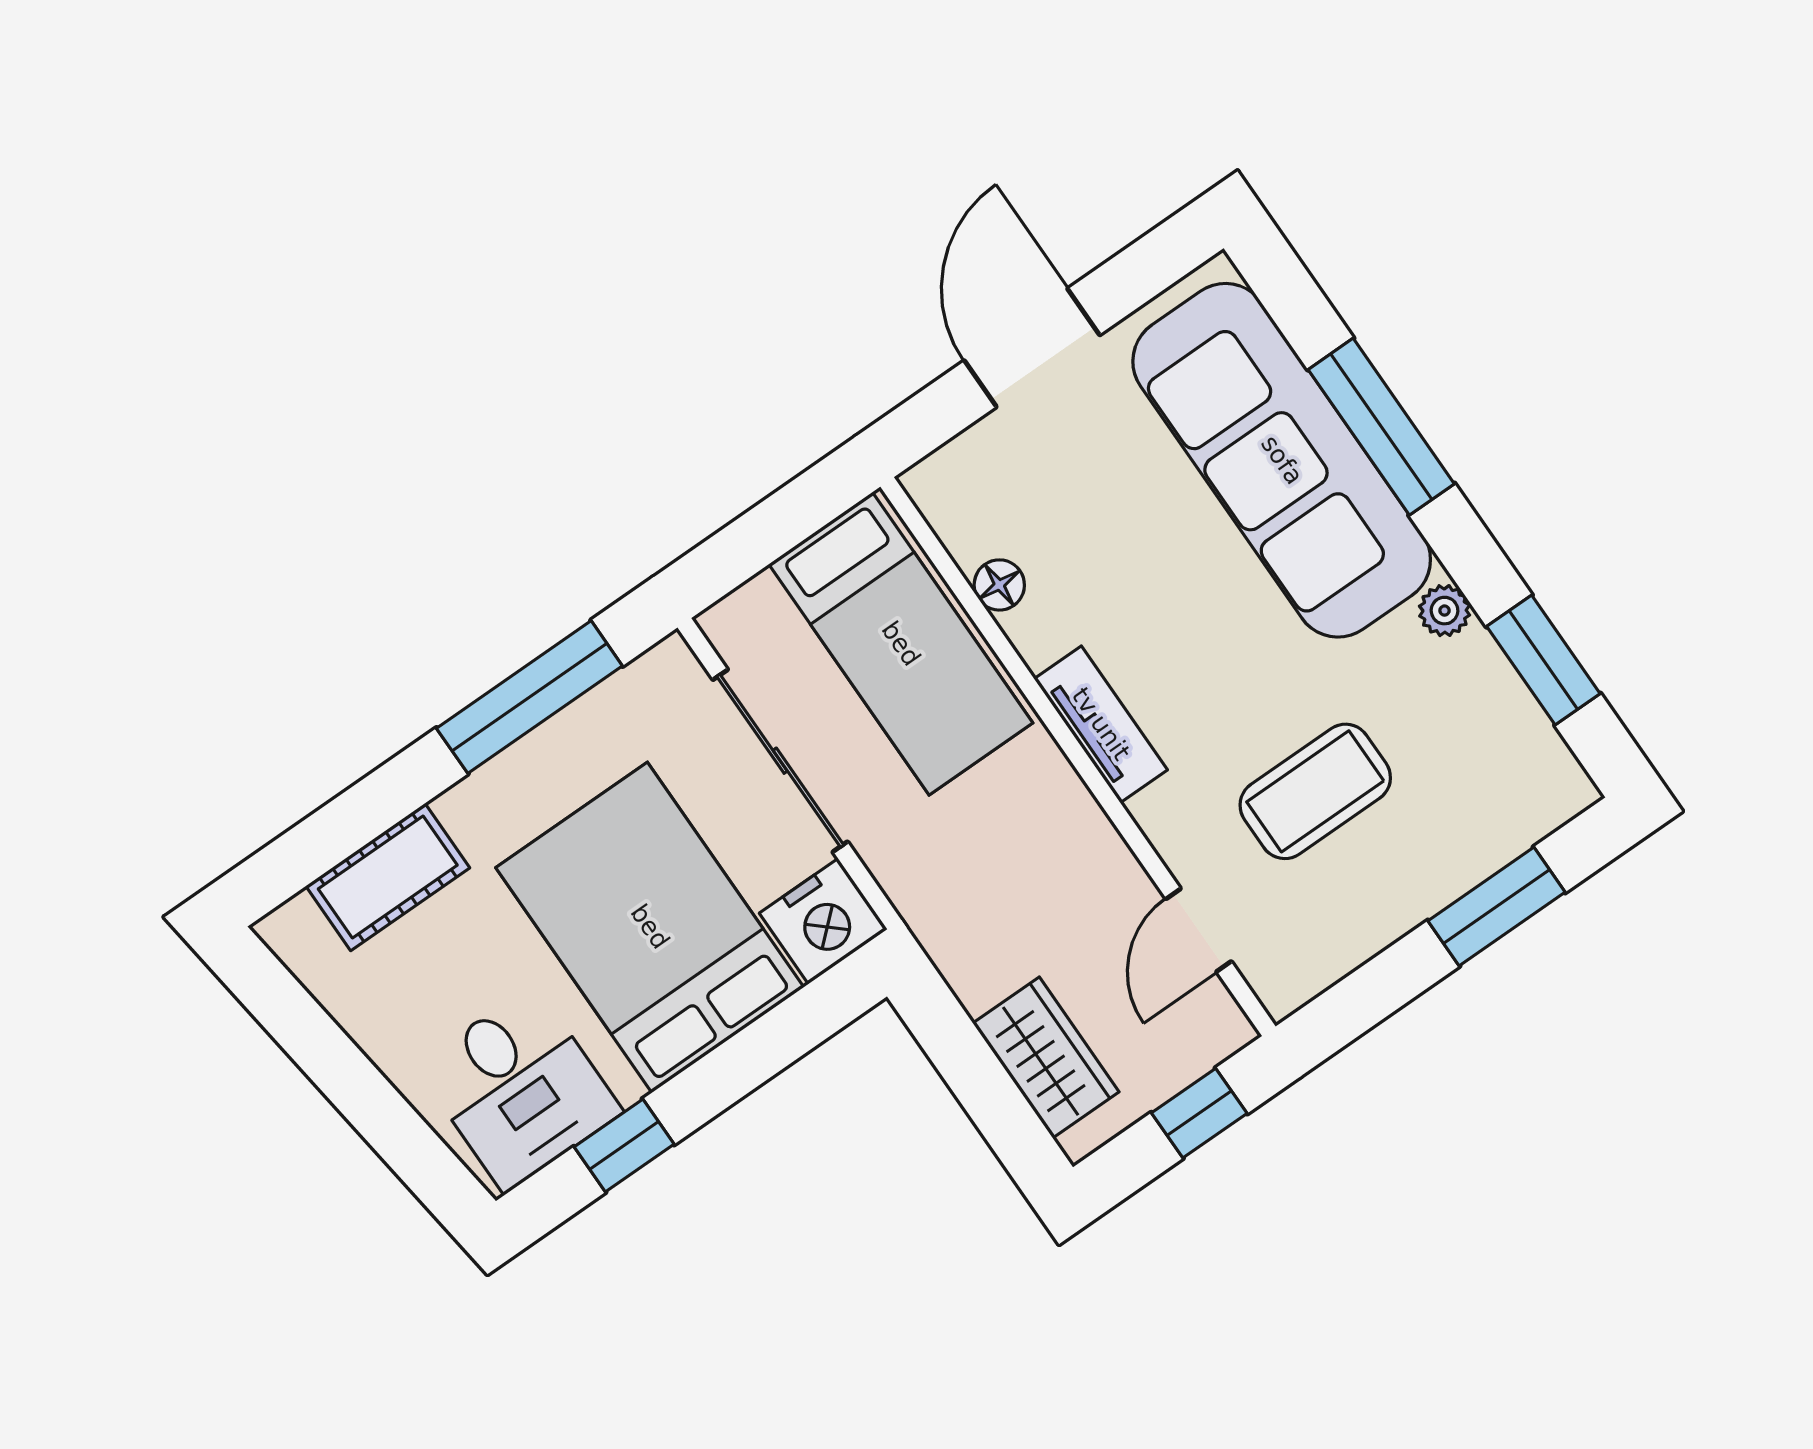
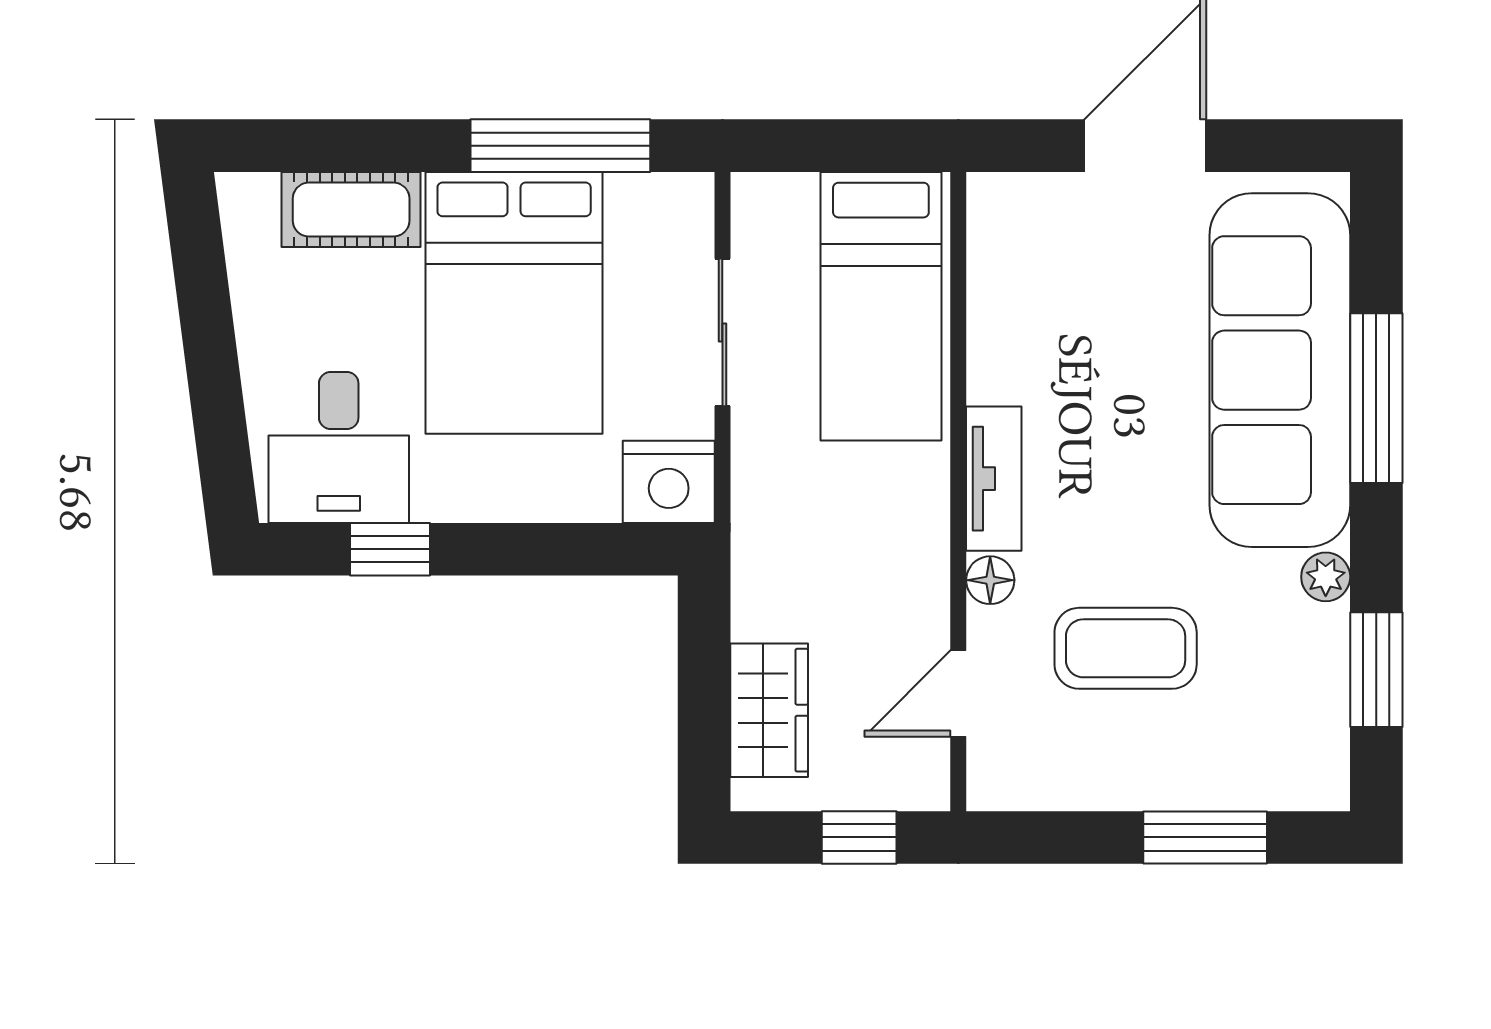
floor lamp: (999, 585) -> (990, 580), moved
sliding door: (780, 761) -> (722, 332), width x0.73
bed: (650, 927) -> (514, 303), moved, turned 180

